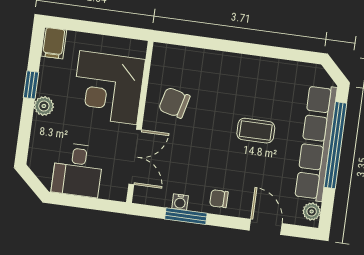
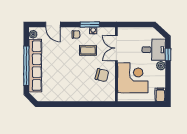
window: (31, 85) -> (168, 54), moved
coffee table: (256, 131) -> (88, 50), moved
desk: (77, 170) -> (154, 50), moved, turned 90

